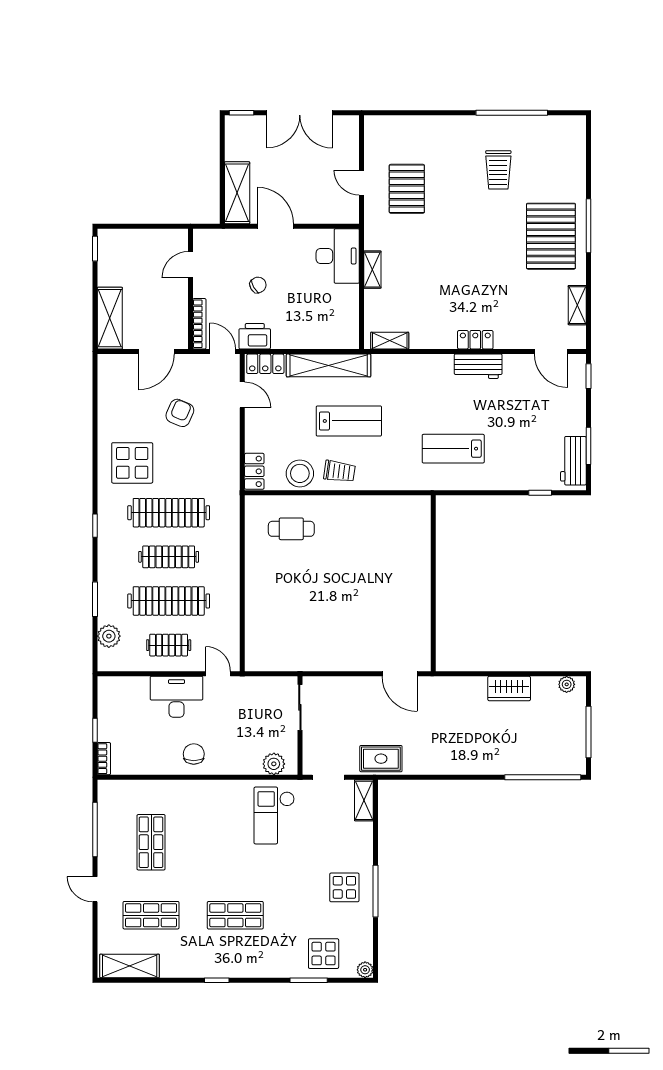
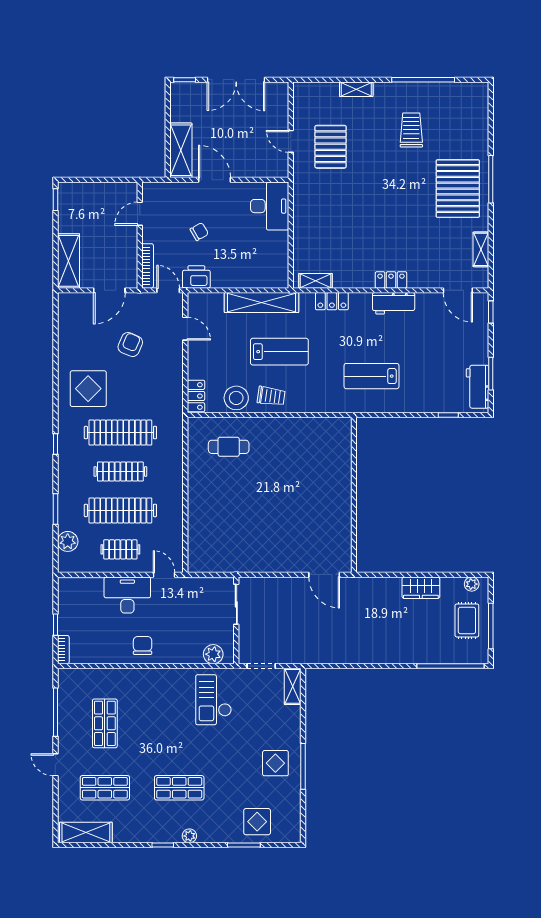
trolley: (498, 170) -> (411, 130), turned 180
shelving: (372, 270) -> (356, 89), moved, turned 90
locker: (265, 364) -> (332, 301), moved
rug: (381, 759) -> (467, 620), moved, turned 90
plant: (365, 970) -> (189, 836), moved

